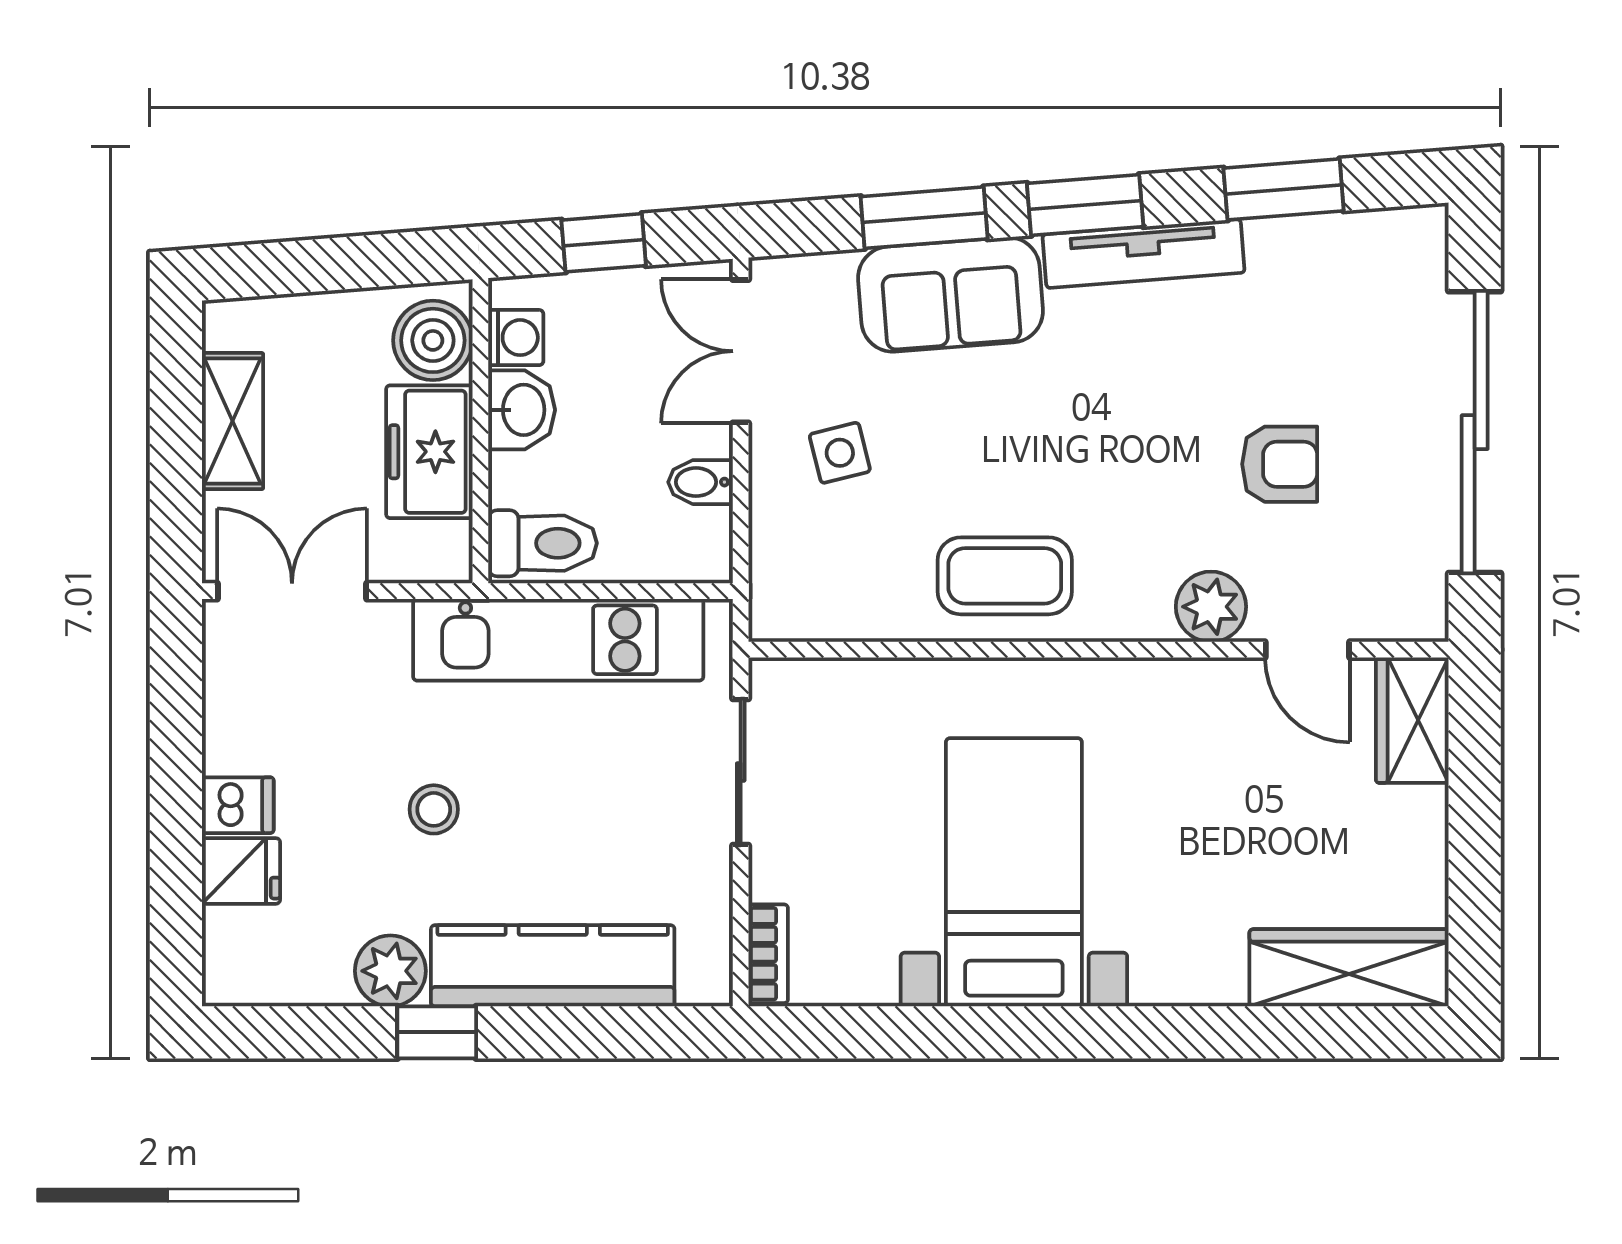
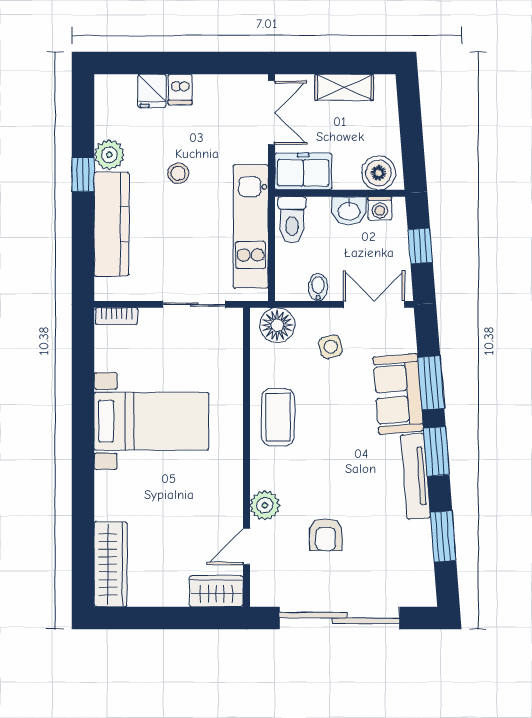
freezer: (429, 452) -> (303, 171), moved
floor lamp: (789, 577) -> (277, 325), added

